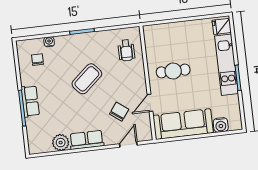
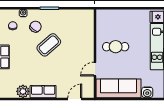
wheelchair: (126, 50) -> (82, 27), removed
chair: (119, 112) -> (36, 27), moved

